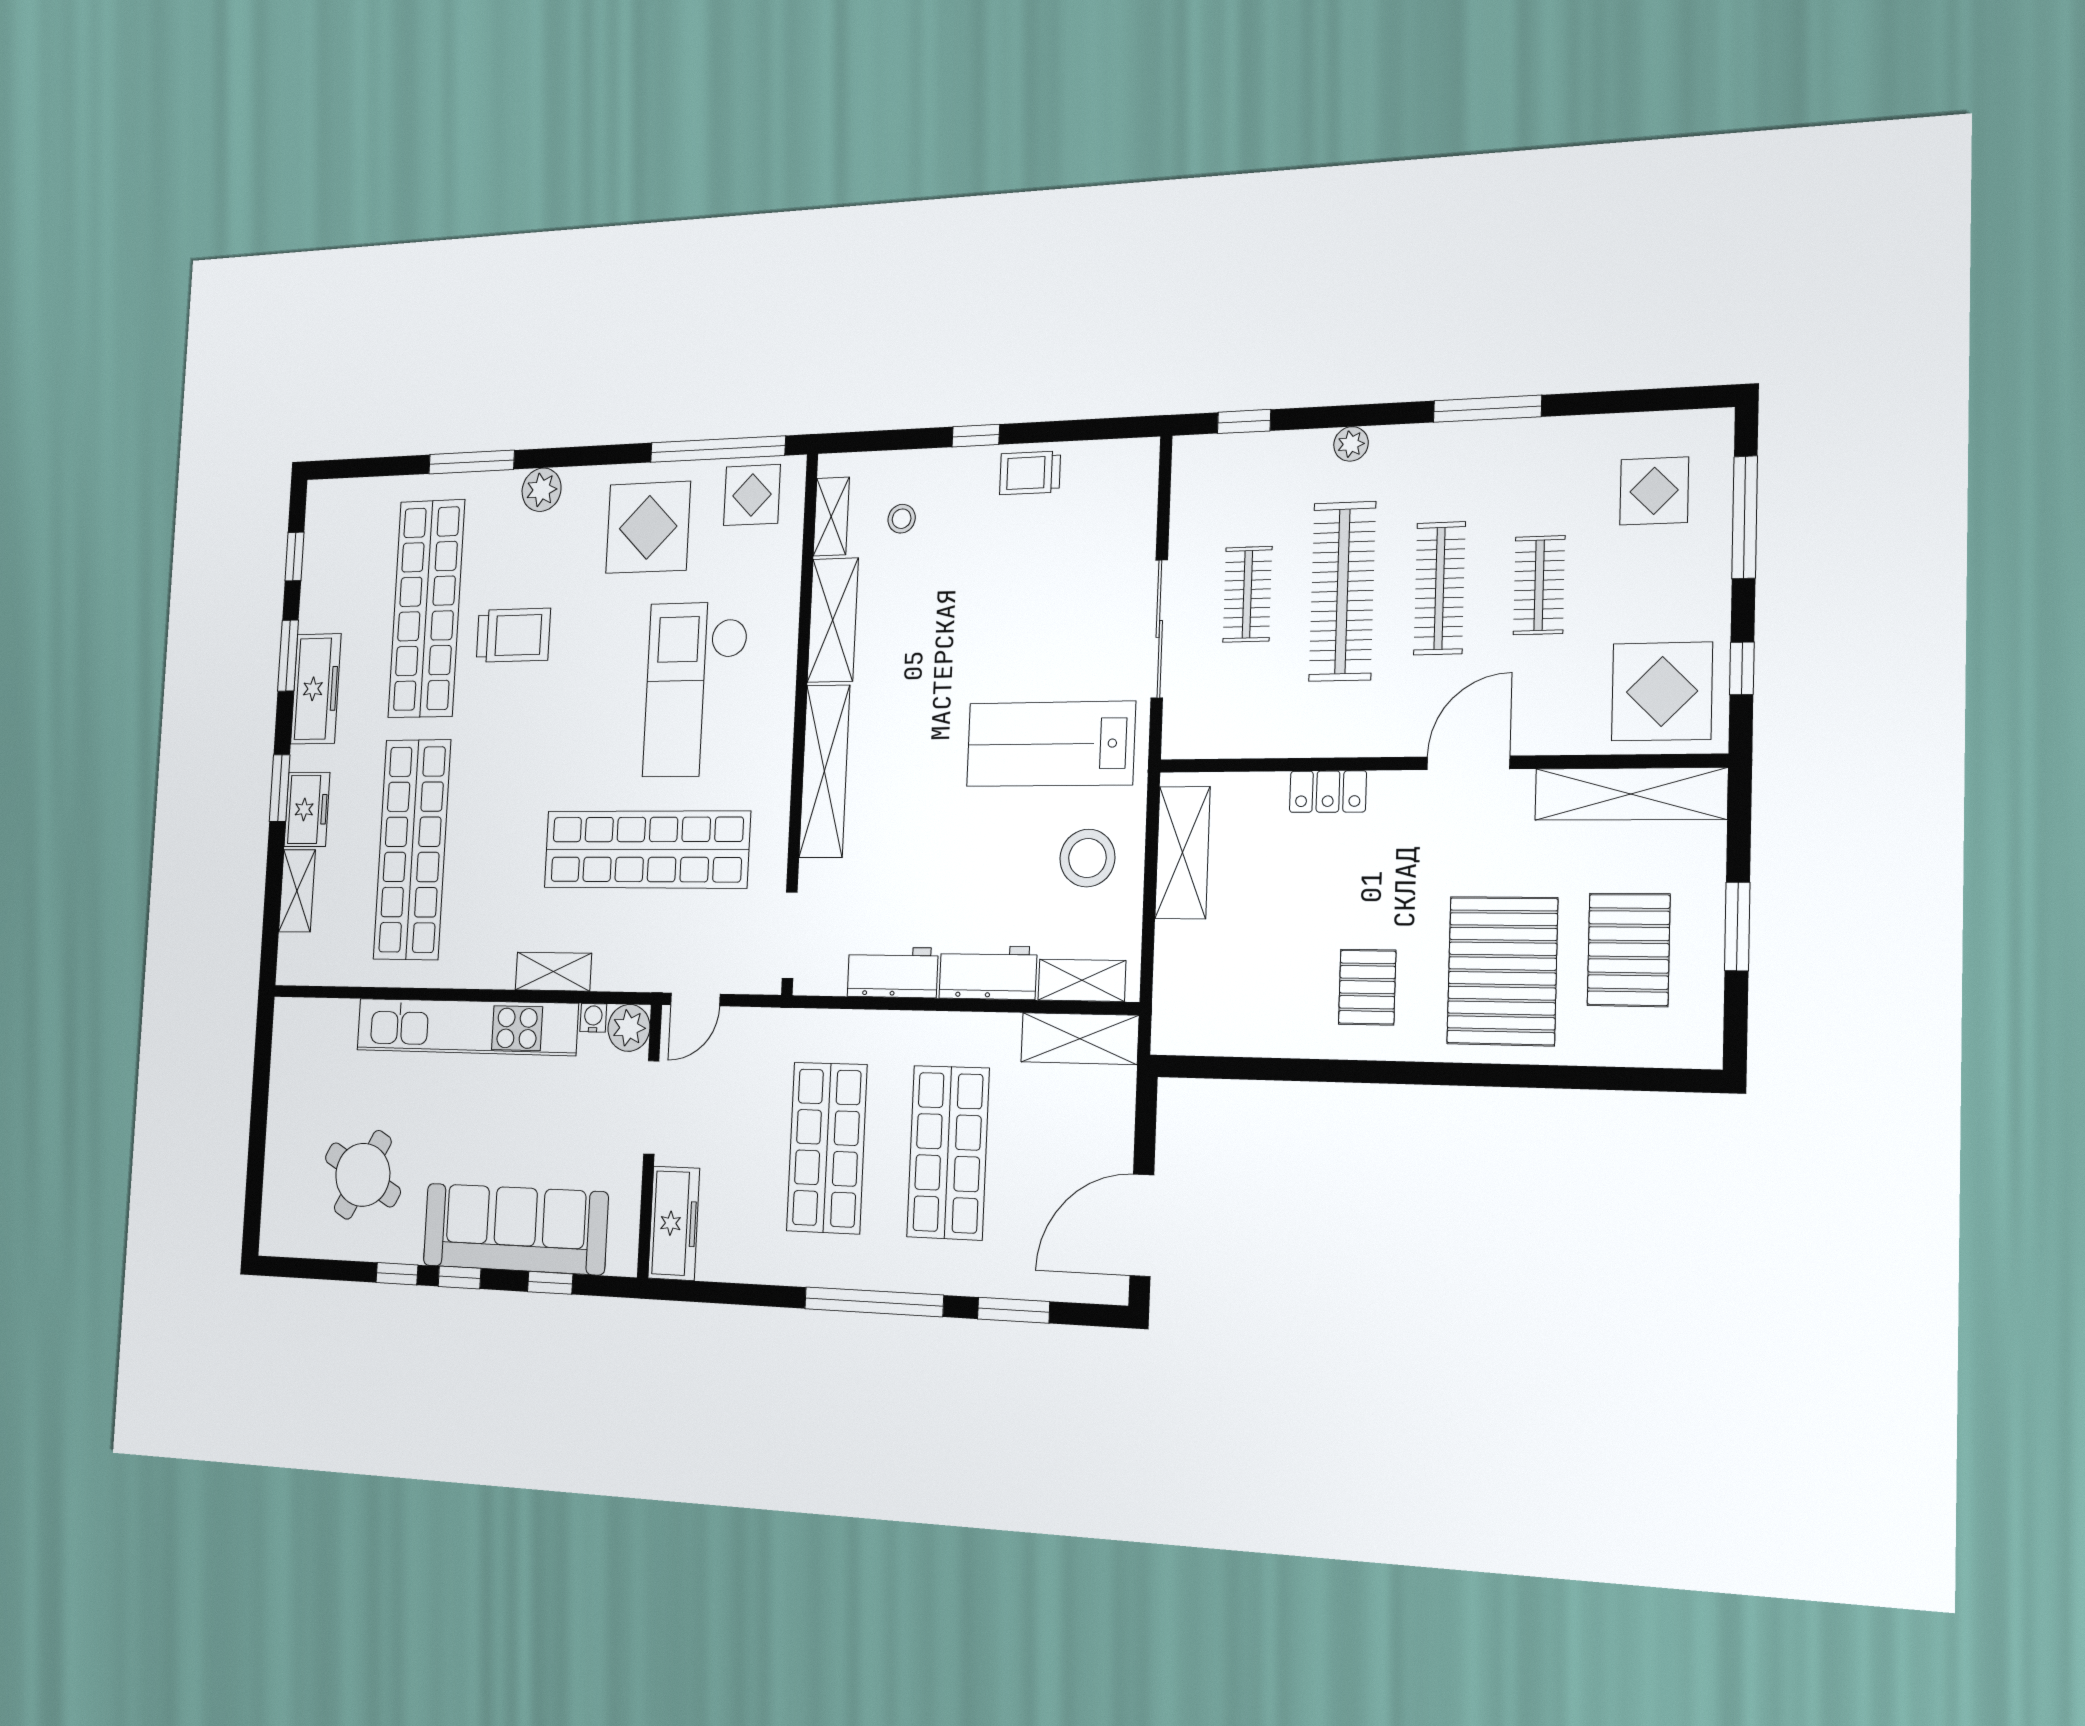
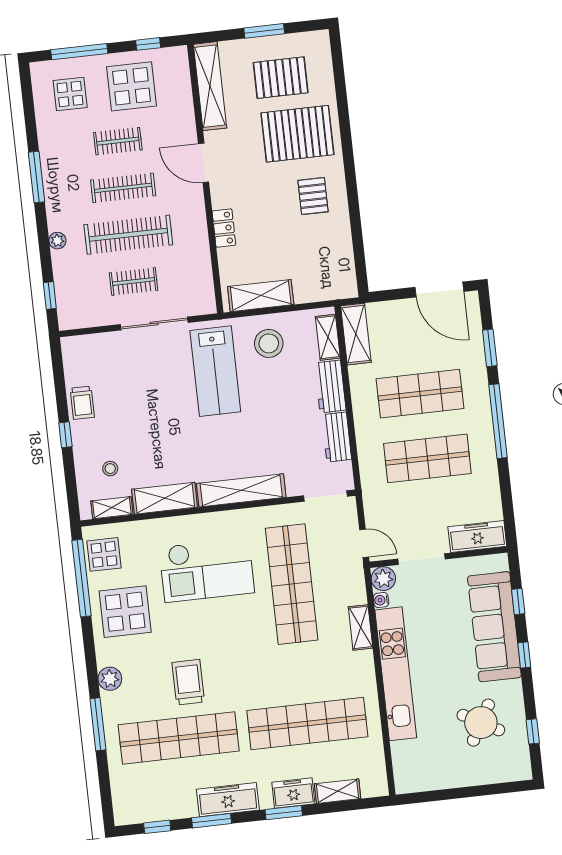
display table: (1662, 691) -> (132, 86), moved
pallet: (1367, 987) -> (313, 196), turned 90
window: (397, 1274) -> (533, 731), moved

